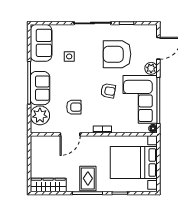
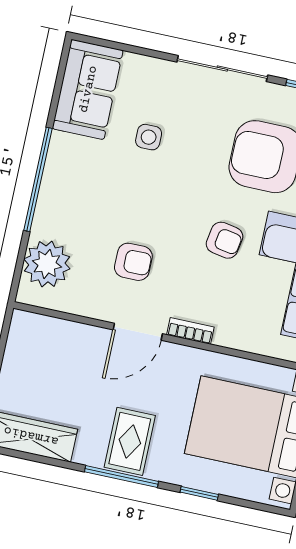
sofa: (40, 88) -> (61, 198), removed
door: (70, 134) -> (138, 332), moved

